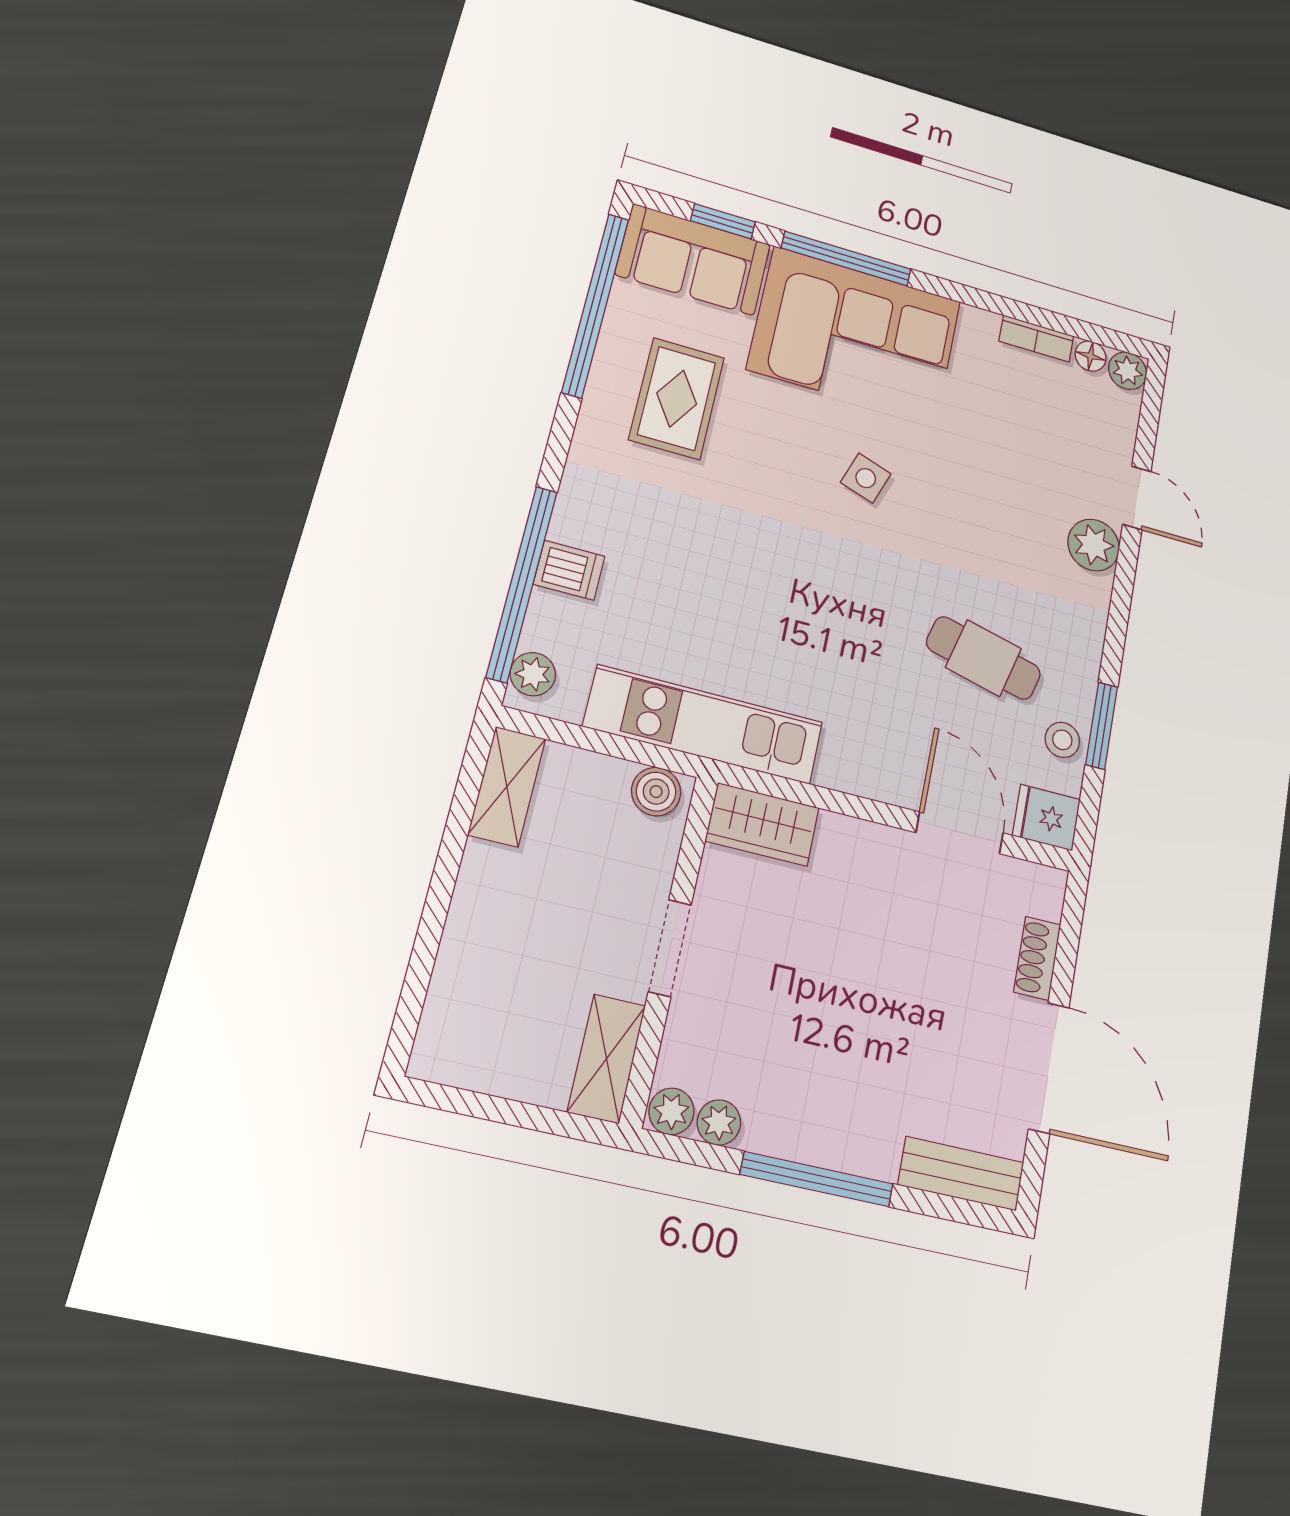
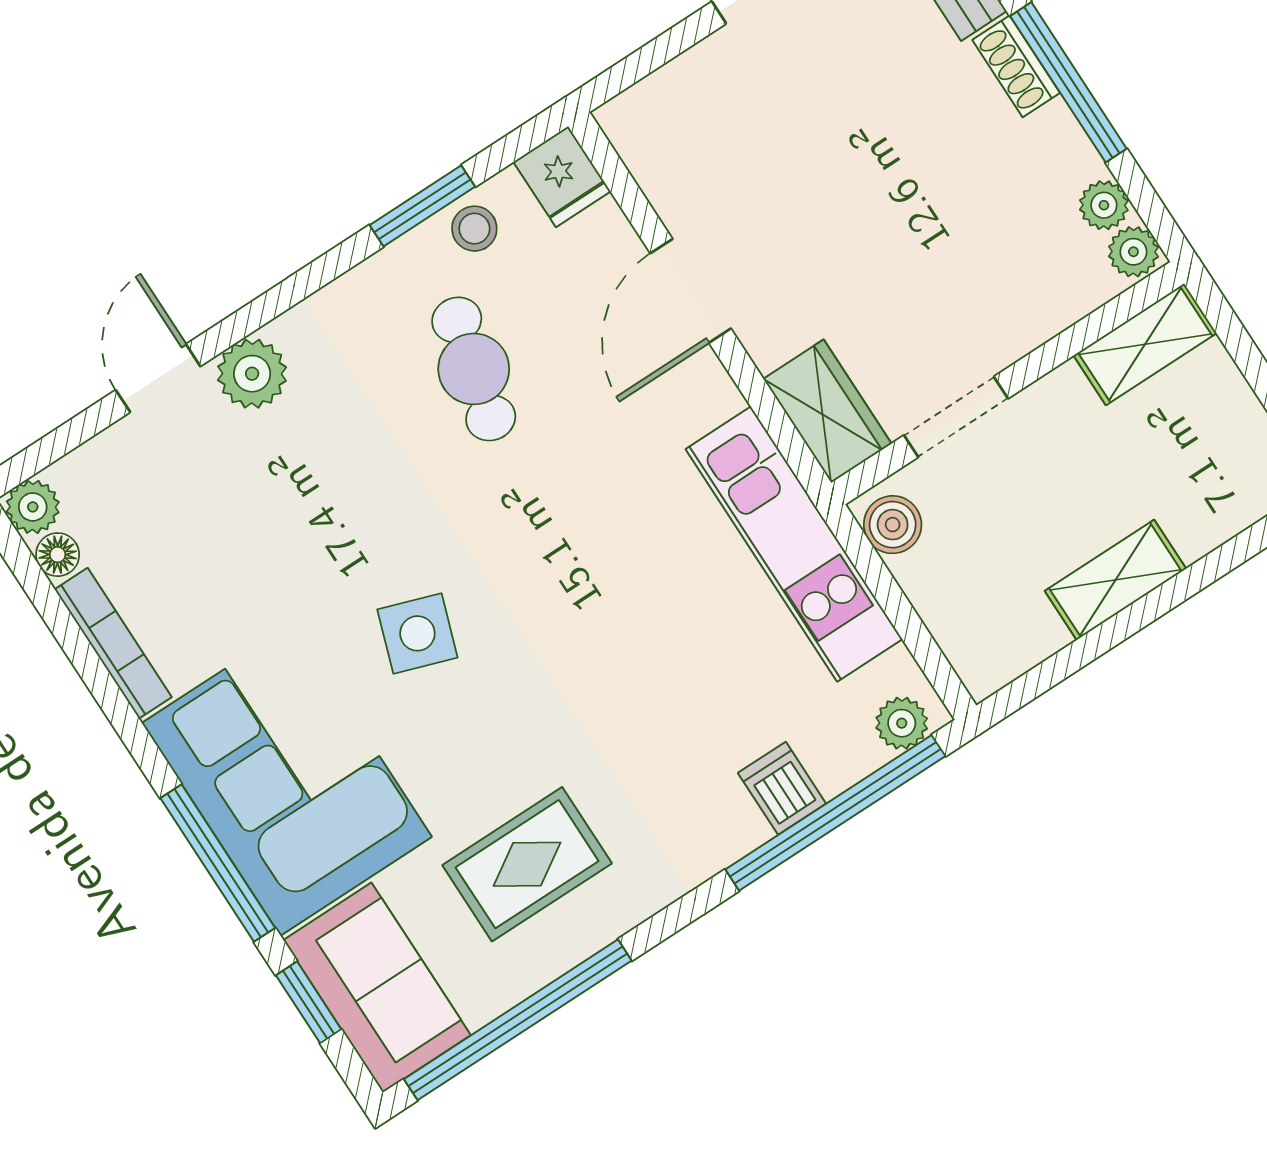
bookcase: (1036, 339) -> (113, 643), width x1.56
side table: (866, 478) -> (417, 633), width x1.37, depth x1.37
shelving: (507, 786) -> (1115, 580), moved
door: (960, 833) -> (691, 291), moved
doorway: (670, 948) -> (956, 417), moved
shoe rack: (1037, 958) -> (1016, 66), moved, turned 90

